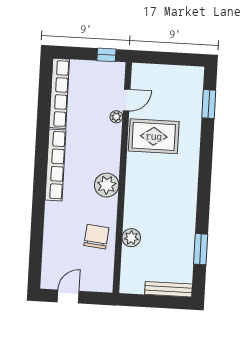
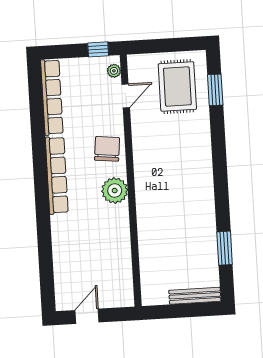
plant: (116, 117) -> (114, 71), moved
rug: (154, 136) -> (177, 87), moved, turned 90
chair: (96, 237) -> (107, 149), moved
plant: (131, 238) -> (148, 244), removed

